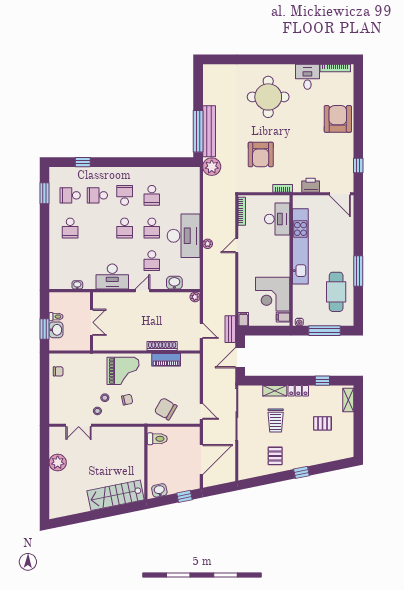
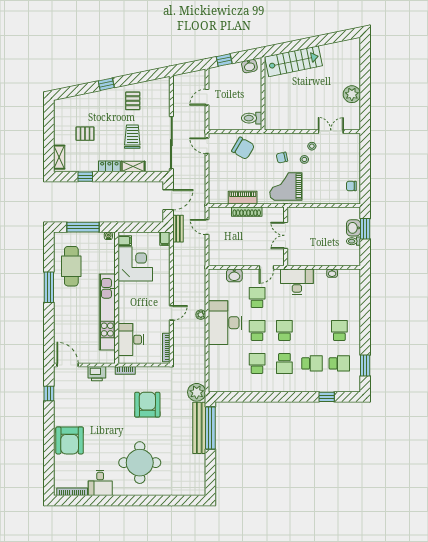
plant: (195, 297) -> (213, 261), removed
wall: (91, 321) -> (286, 236), moved
double door: (91, 322) -> (286, 235), moved
door: (201, 460) -> (207, 97), width x0.53

